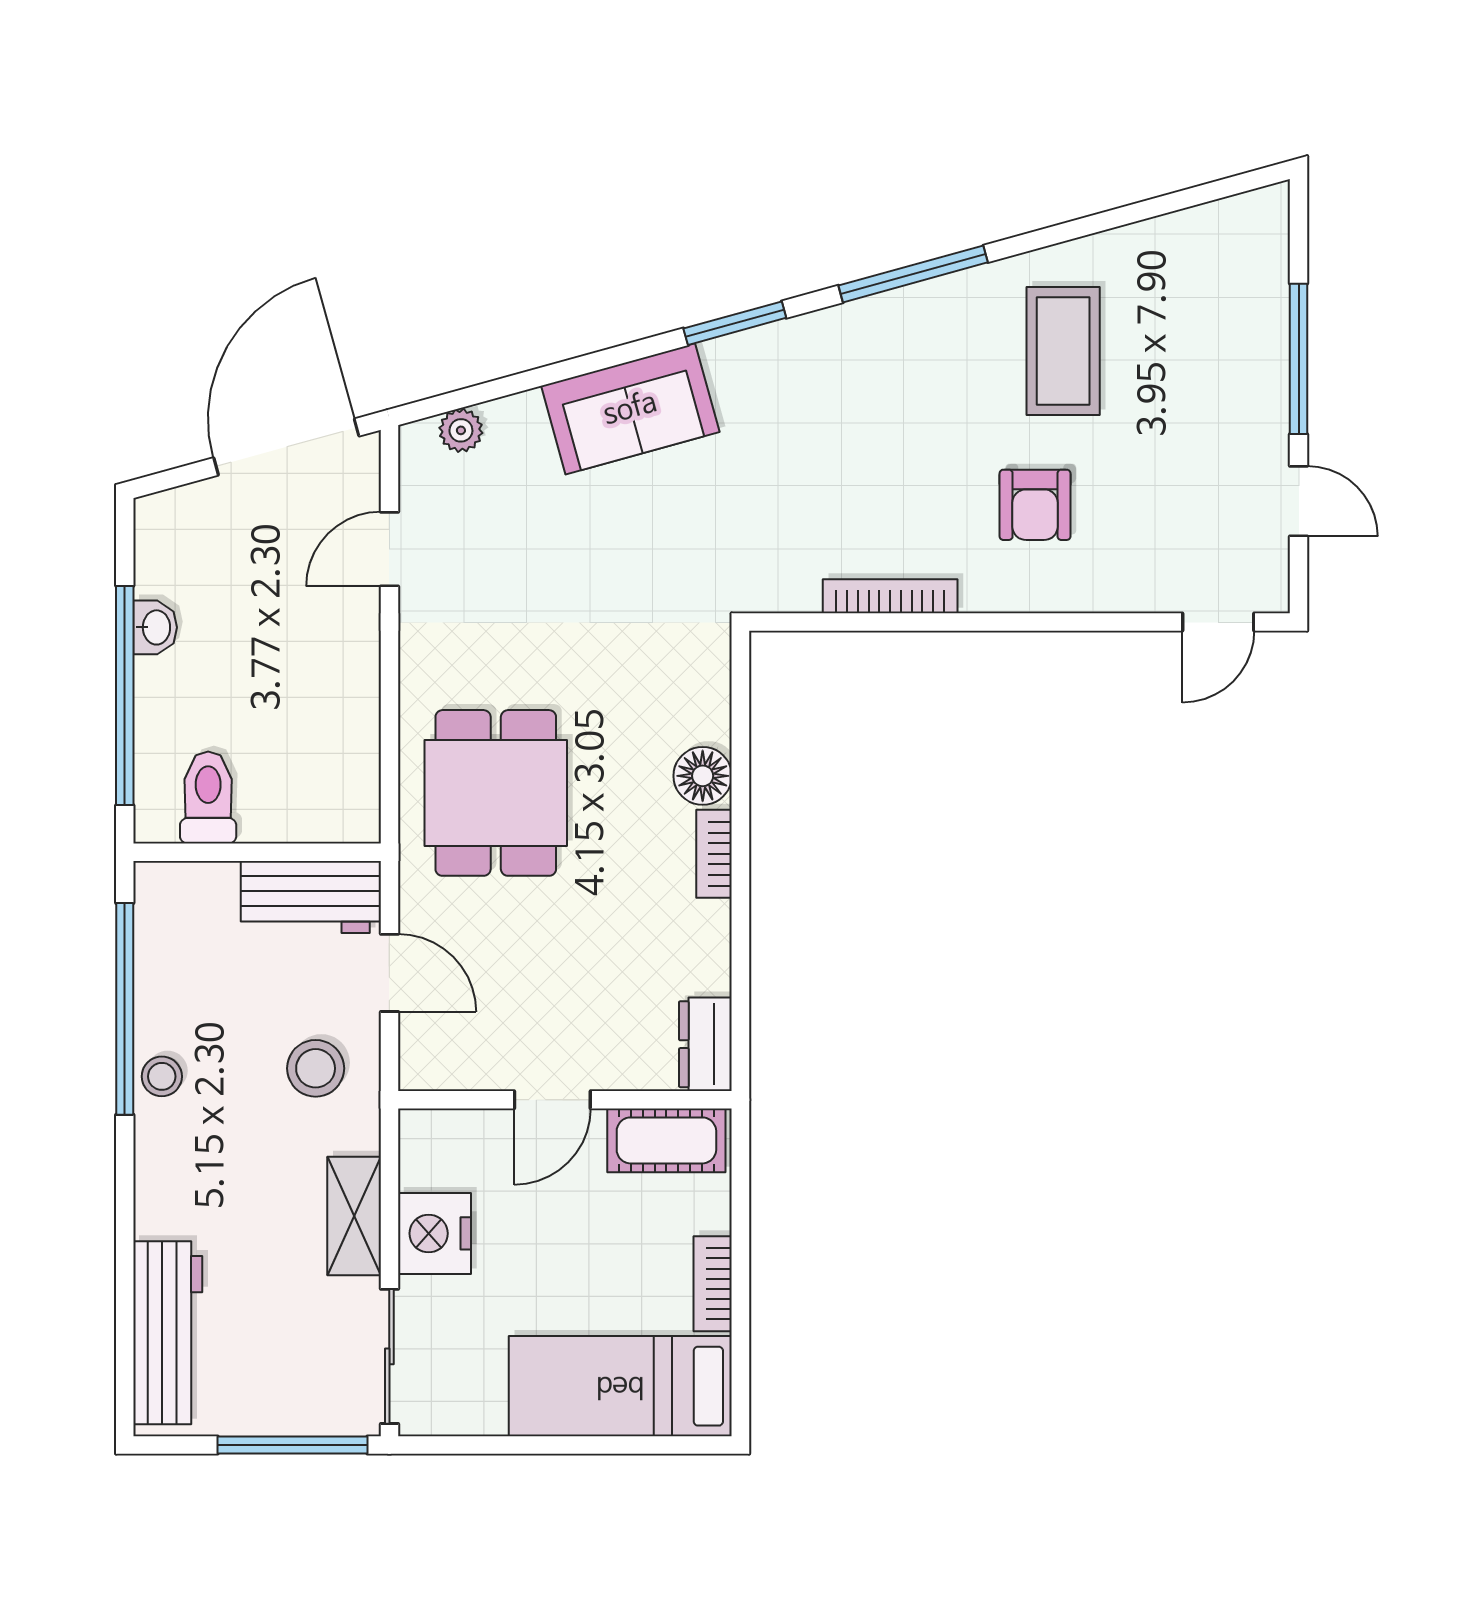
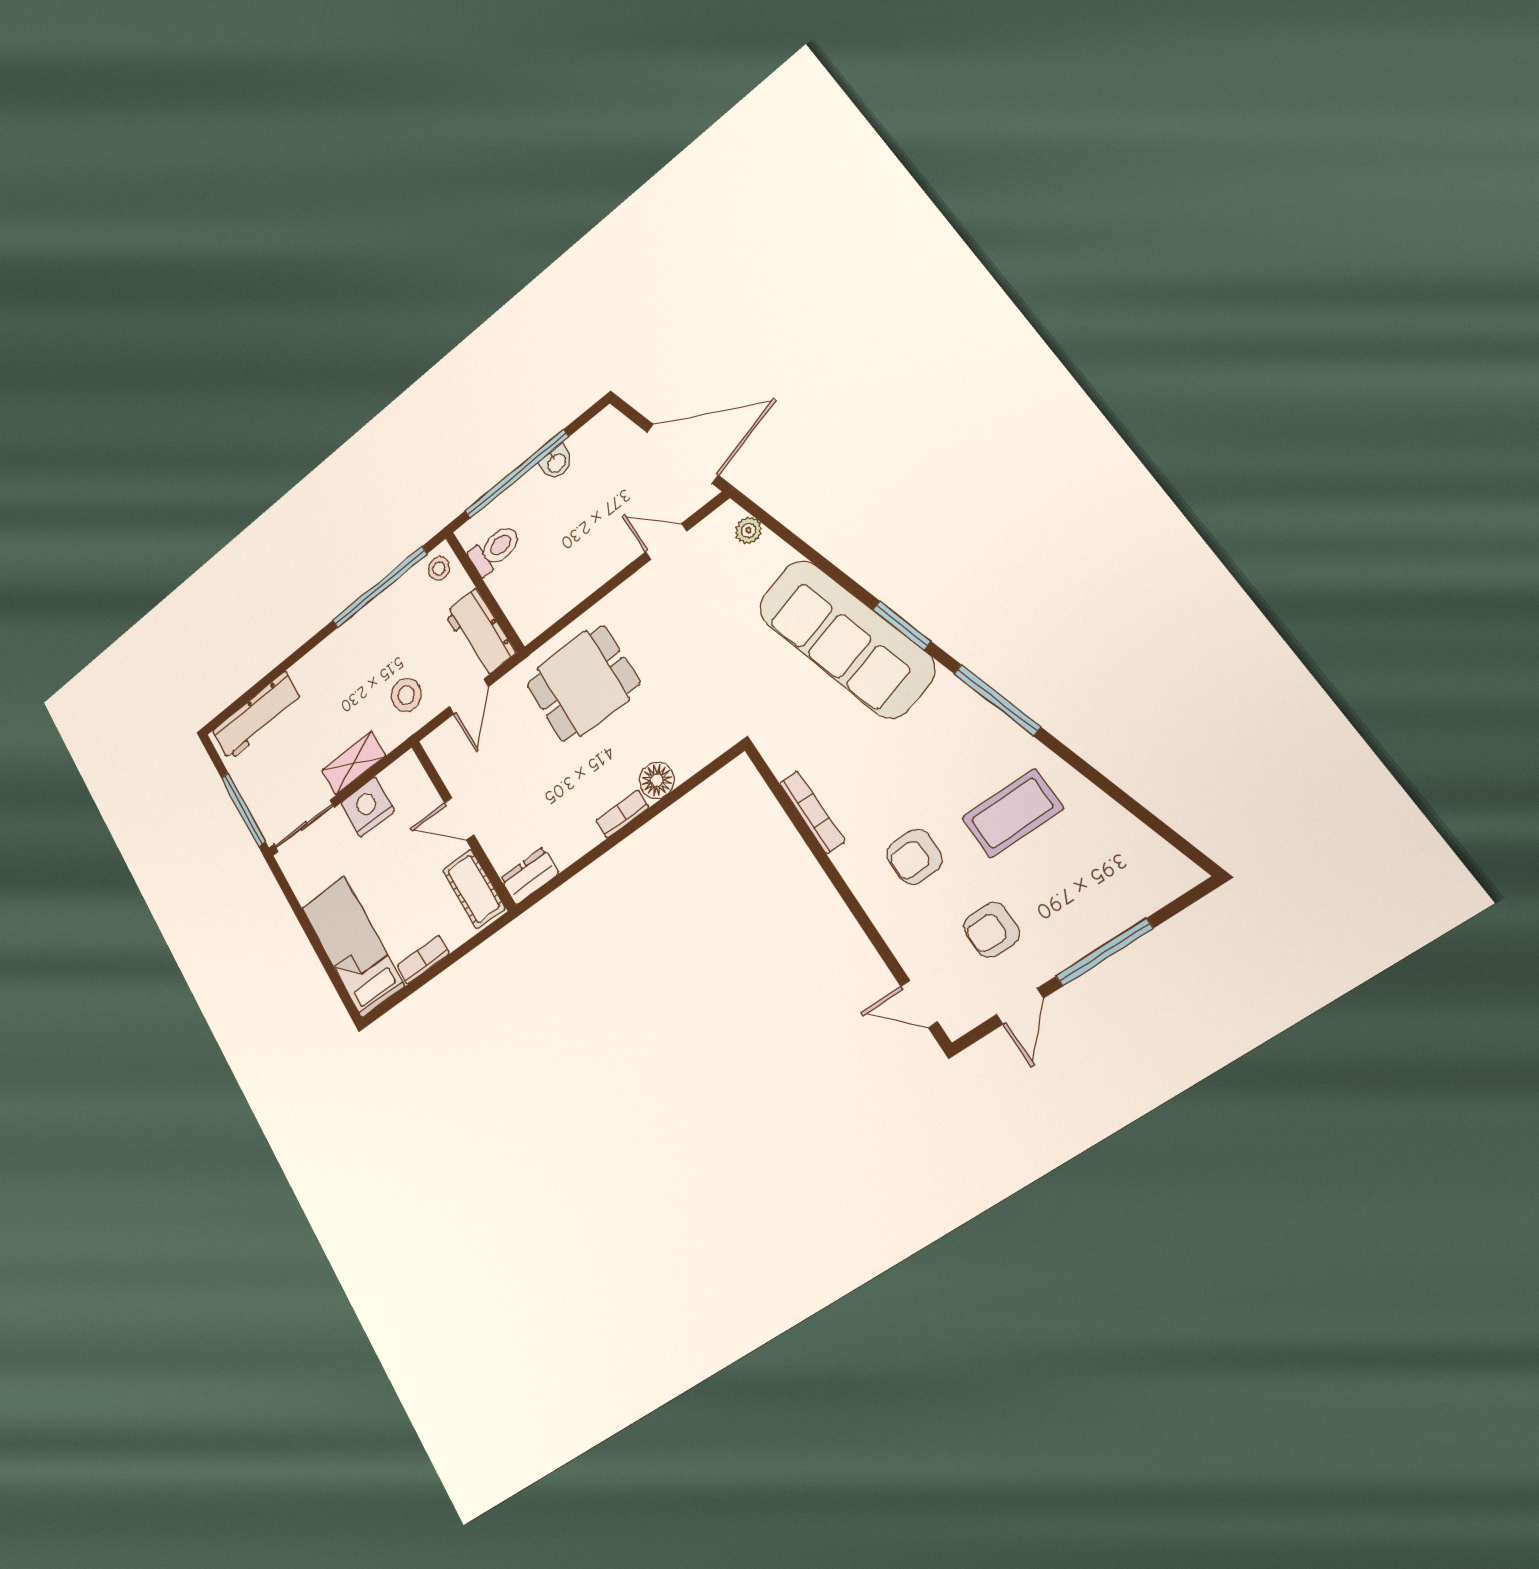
sofa: (630, 409) -> (846, 638), width x1.85, depth x1.27
armchair: (1186, 472) -> (991, 930), added
stool: (162, 1076) -> (439, 568), moved

